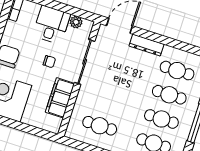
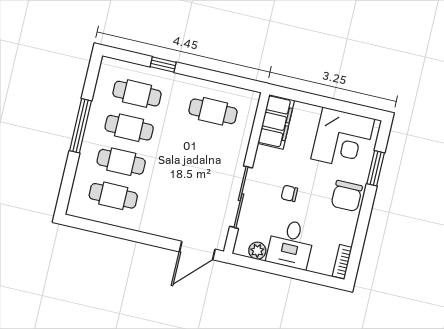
dresser: (147, 45) -> (158, 227), removed
filing cabinet: (60, 98) -> (276, 122), moved

